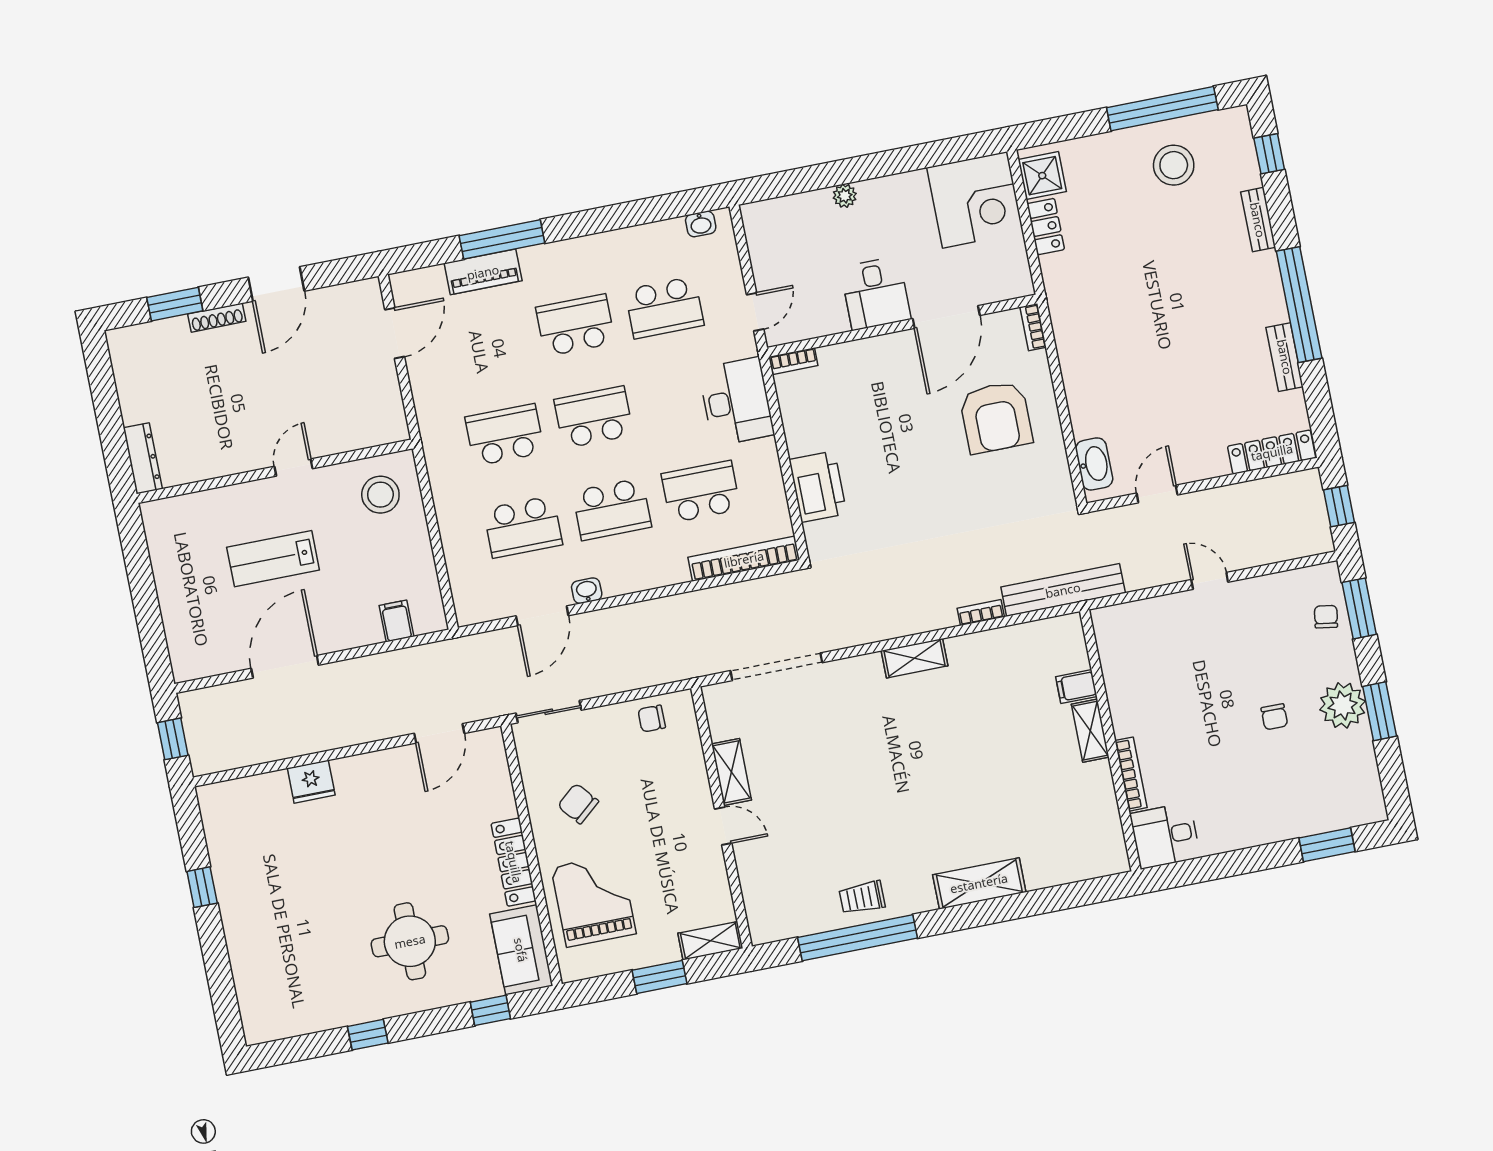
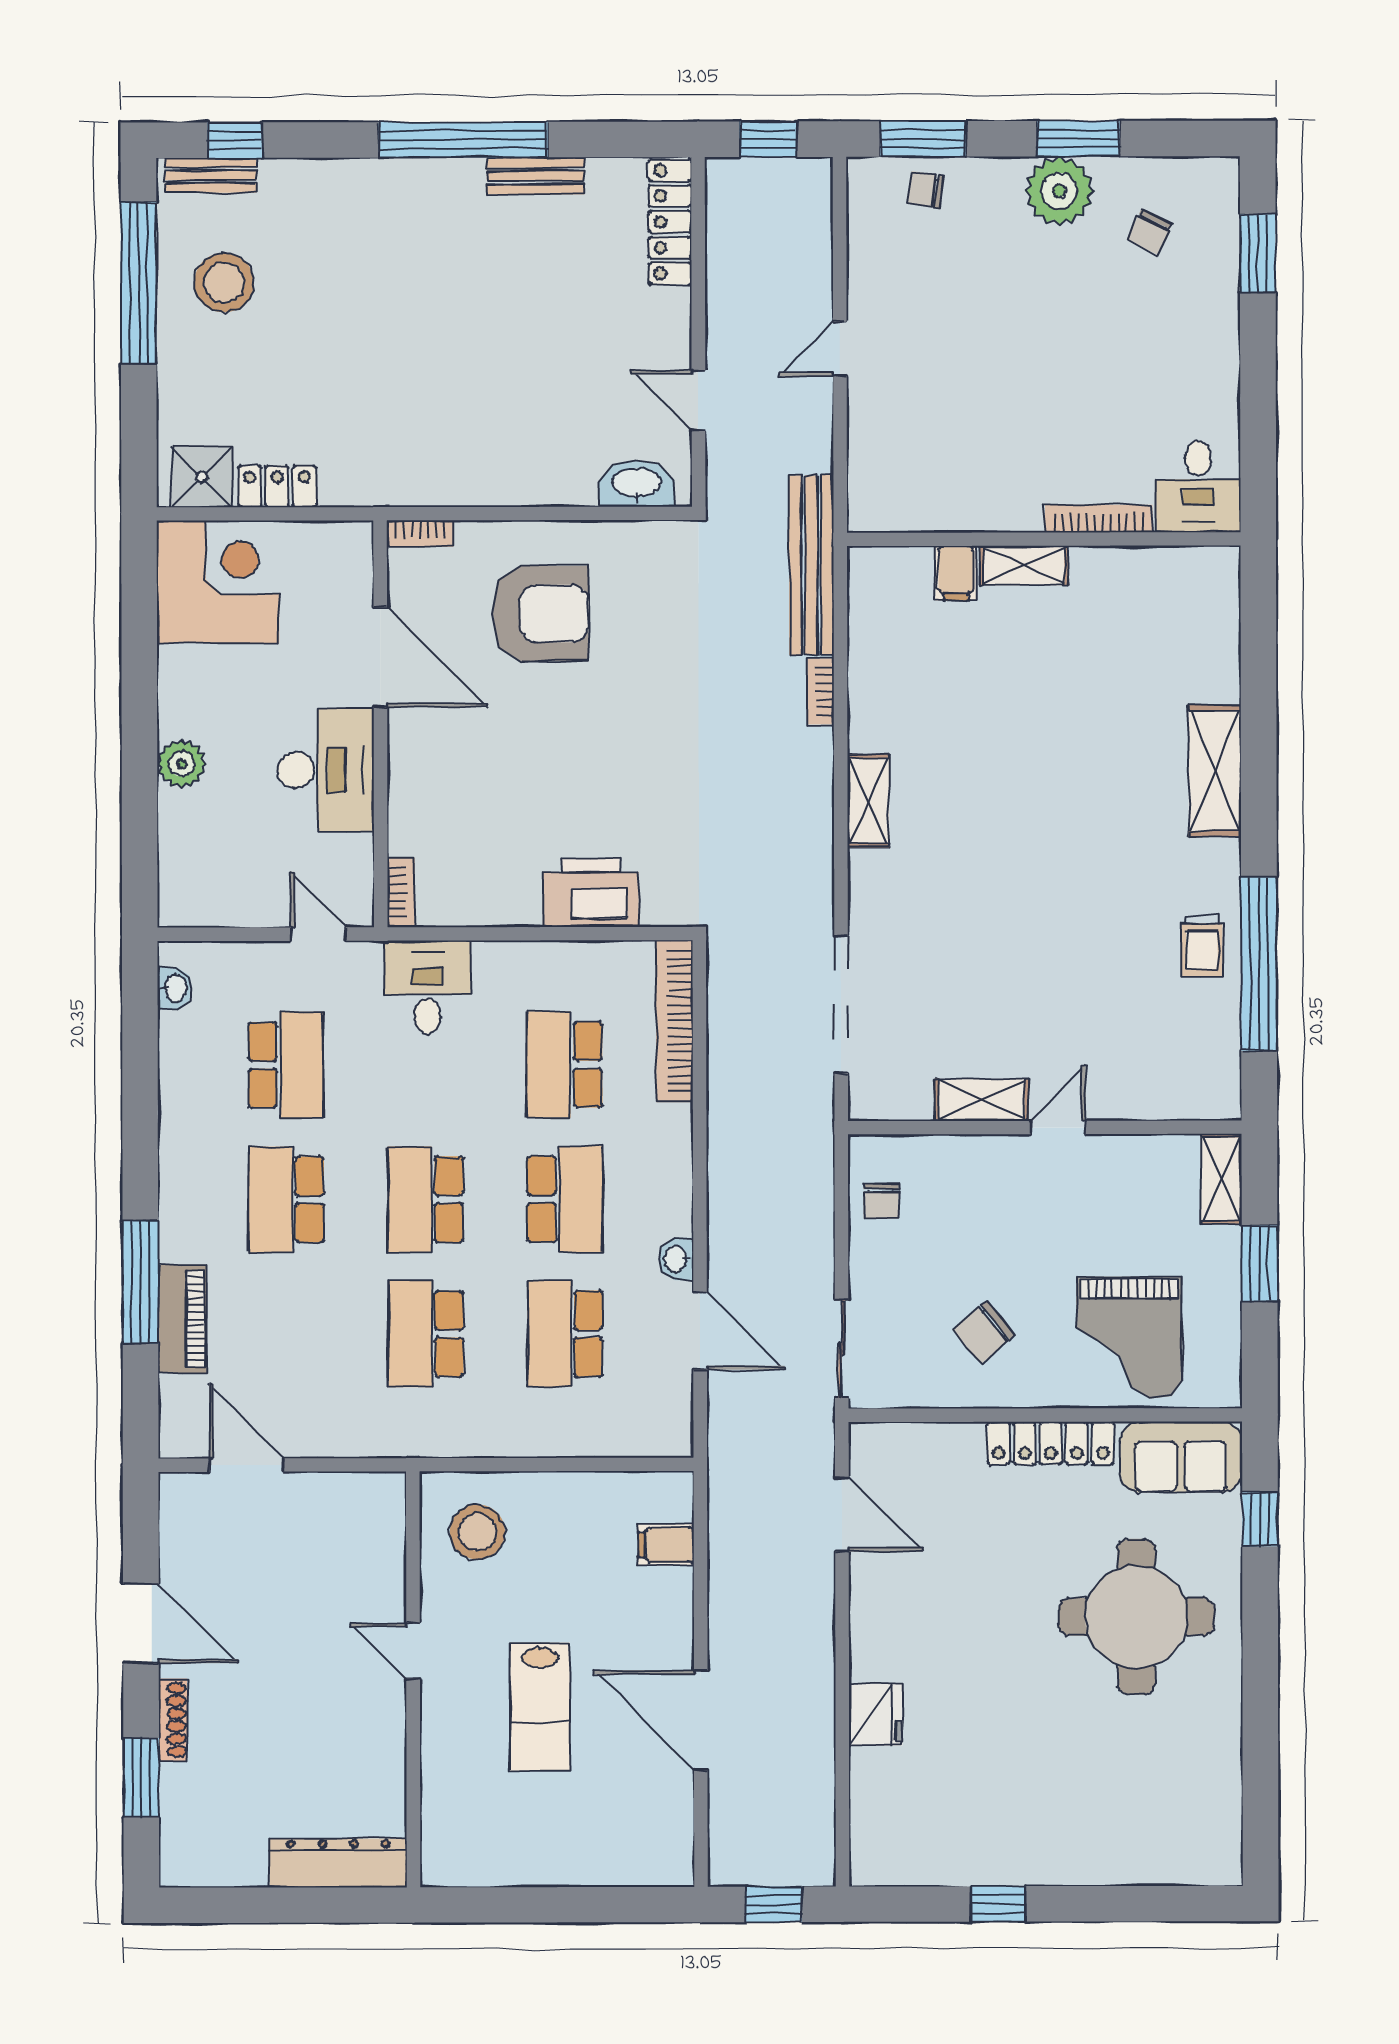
plant: (845, 196) -> (181, 764), width x1.38, depth x1.38
bench: (1258, 220) -> (210, 175), moved
desk: (876, 293) -> (326, 770), width x1.37
desk: (736, 402) -> (427, 987), width x0.73
dresser: (143, 458) -> (338, 1863), width x1.37, depth x1.24
school desk: (523, 527) -> (565, 1334), turned 180
chair: (1274, 717) -> (1149, 232), moved, turned 116
grand piano: (593, 900) -> (1129, 1338), turned -90
round table: (410, 941) -> (1136, 1617), width x1.36, depth x1.36
window: (368, 1035) -> (1260, 1705), removed

